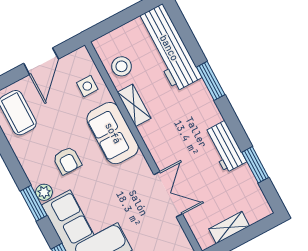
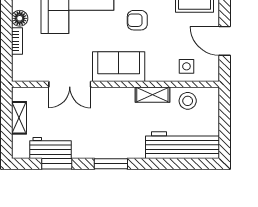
window: (211, 81) -> (111, 164), moved
sofa: (113, 133) -> (119, 67), moved
workbench: (225, 147) -> (50, 148), moved

